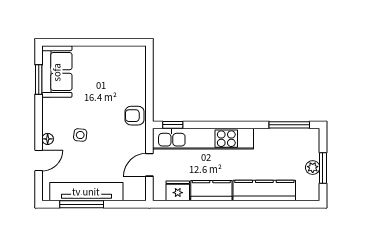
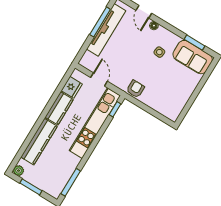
side table: (80, 135) -> (159, 52), moved
plant: (313, 168) -> (19, 171), moved

